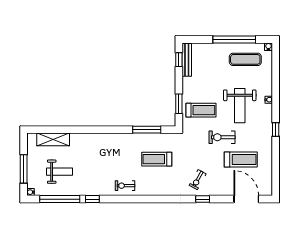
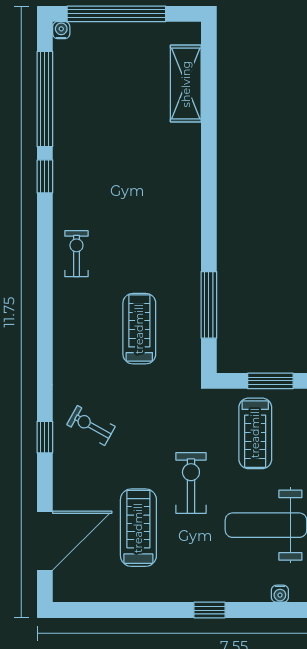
treadmill: (241, 159) -> (138, 528), turned 180
window: (24, 169) -> (116, 14), width x1.46
weight bench: (59, 172) -> (110, 98), removed

